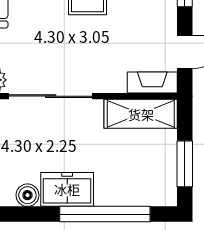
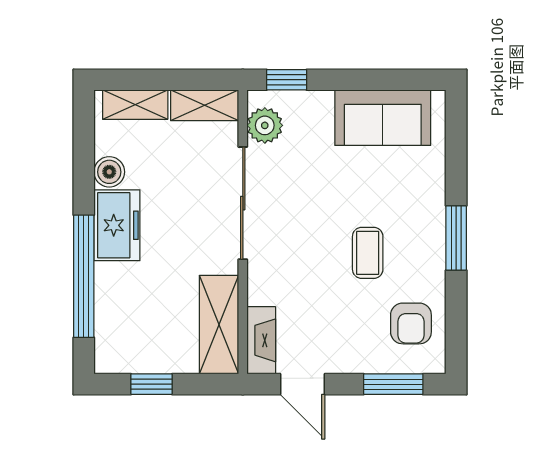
window: (185, 164) -> (151, 384), width x0.67

